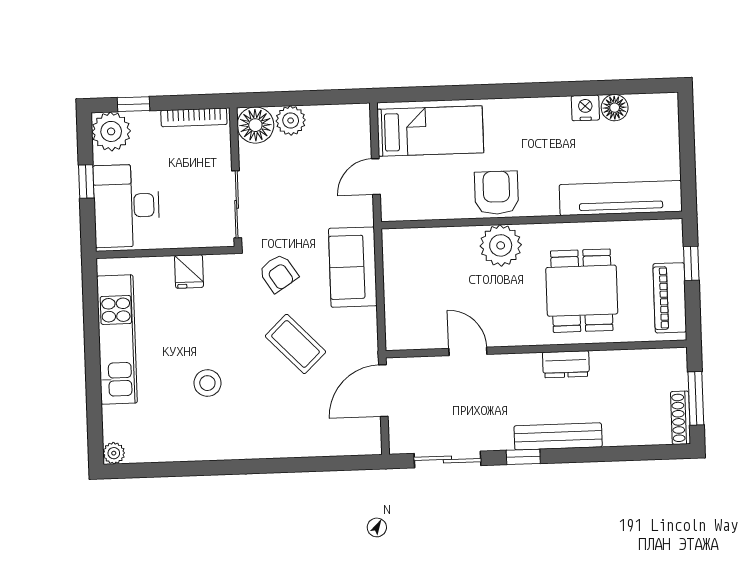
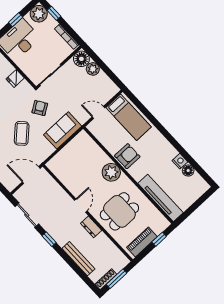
armchair: (278, 273) -> (40, 108), turned 180
door: (468, 351) -> (81, 206), moved
bench: (558, 436) -> (78, 259), moved

